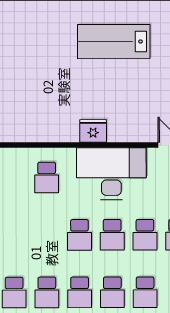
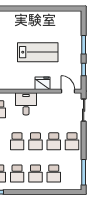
lab bench: (114, 42) -> (38, 52), moved, turned 180
fridge: (93, 131) -> (43, 83), moved
desk: (111, 174) -> (26, 104), width x0.53, depth x0.77

